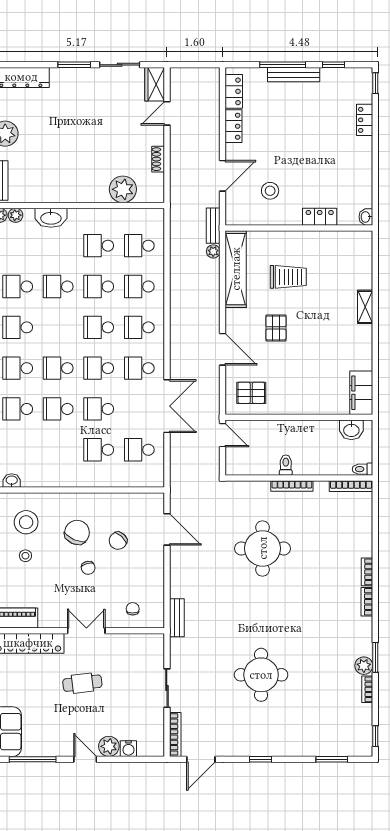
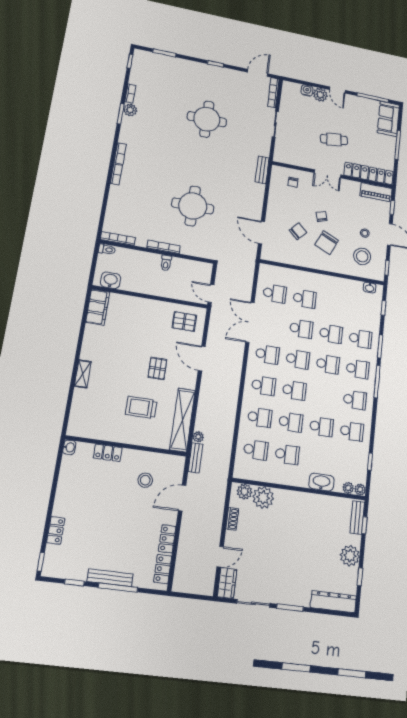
plant: (147, 193) -> (244, 492), added

